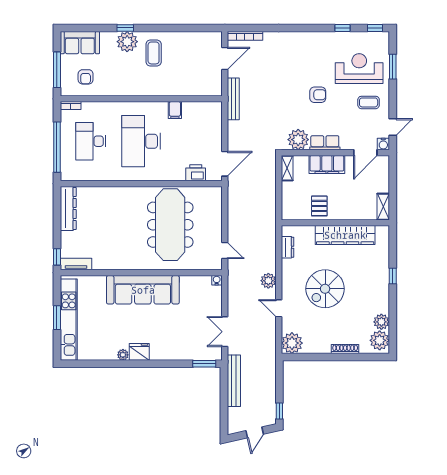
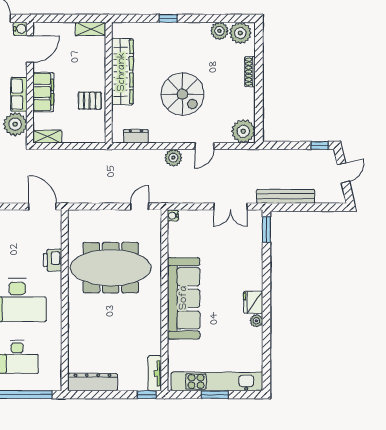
door: (365, 153) -> (30, 49), hinge flipped
printer: (196, 173) -> (53, 260), moved
door: (255, 432) -> (343, 173), hinge flipped

